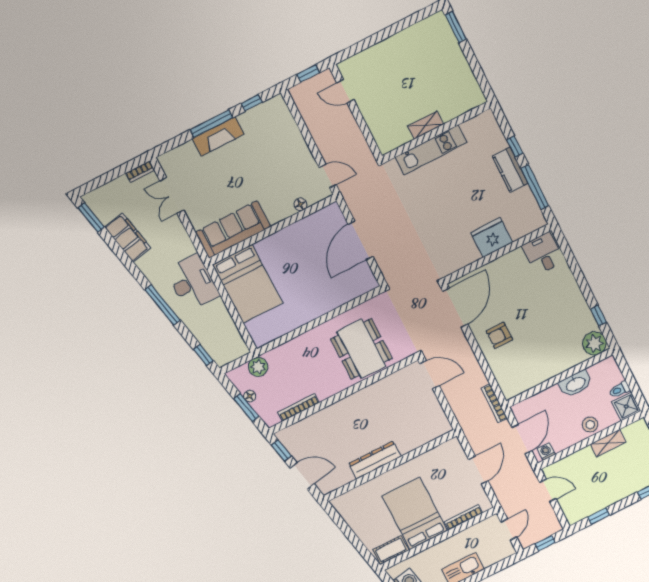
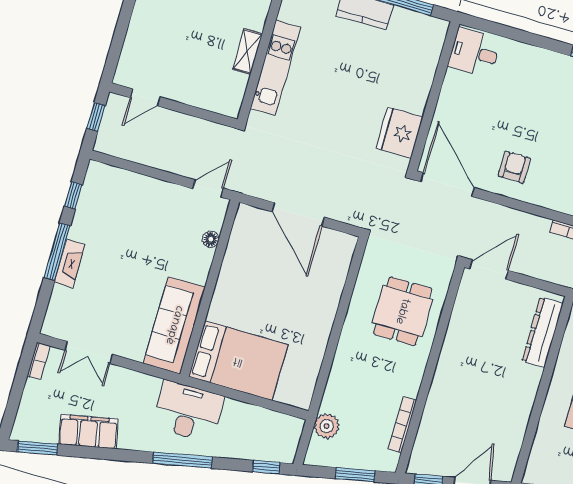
fireplace: (218, 136) -> (69, 263), width x0.73, depth x0.76
fridge: (492, 238) -> (400, 133), moved
armchair: (499, 335) -> (514, 167), turned 180
dining table: (361, 349) -> (402, 311), width x0.73
floor lamp: (250, 396) -> (347, 461), removed
dresser: (375, 460) -> (542, 332), moved

